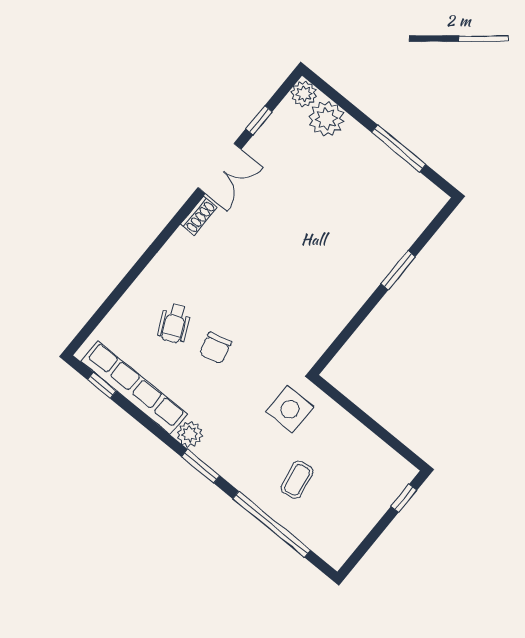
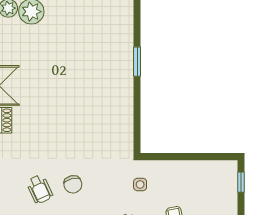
side table: (290, 409) -> (140, 184), width x0.54, depth x0.54

